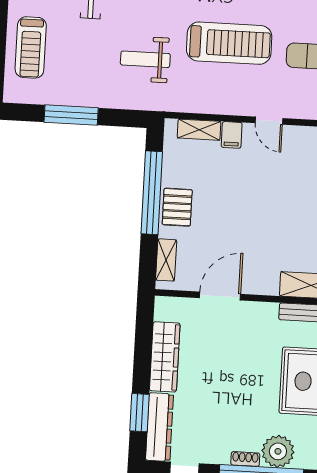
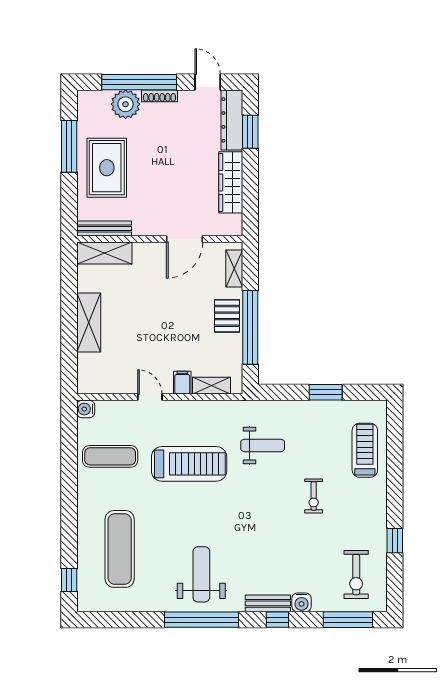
treadmill: (229, 43) -> (189, 464), turned 180
window: (71, 115) -> (326, 392), width x0.69
shoe rack: (245, 459) -> (159, 96), width x1.43

